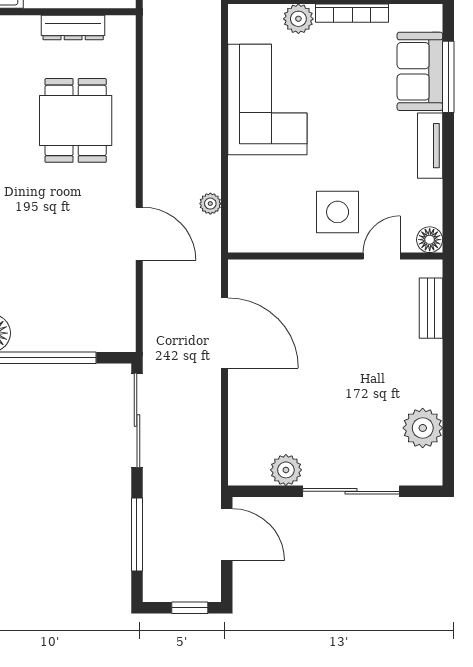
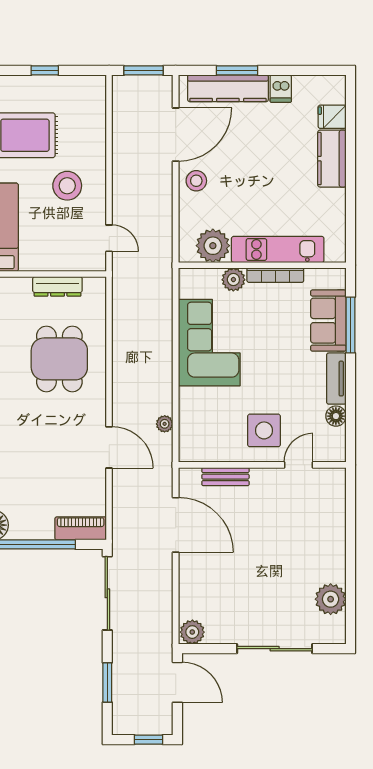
floor lamp: (430, 240) -> (336, 416), moved
bench: (431, 308) -> (225, 477), moved, turned 90
piano: (103, 337) -> (81, 528), added
plant: (286, 470) -> (192, 632), moved
window: (137, 535) -> (107, 682), width x0.69

